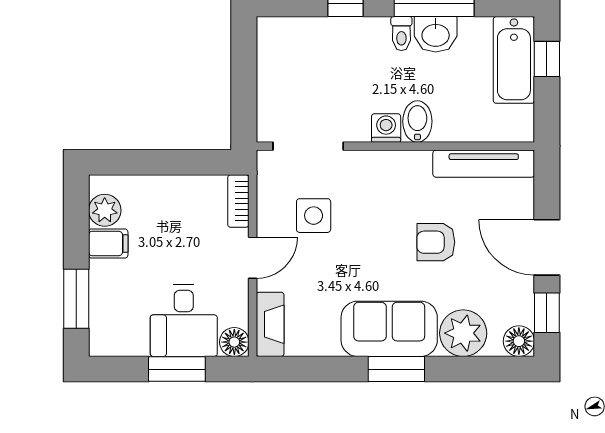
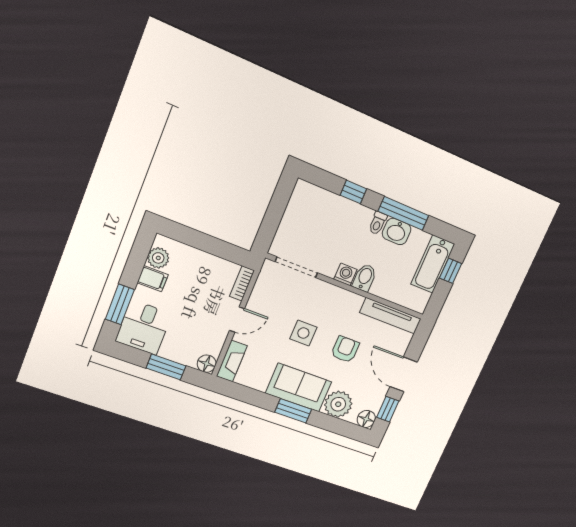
side table: (314, 216) -> (303, 333), moved
armchair: (436, 242) -> (345, 349), turned 90
desk: (184, 320) -> (144, 327), moved

